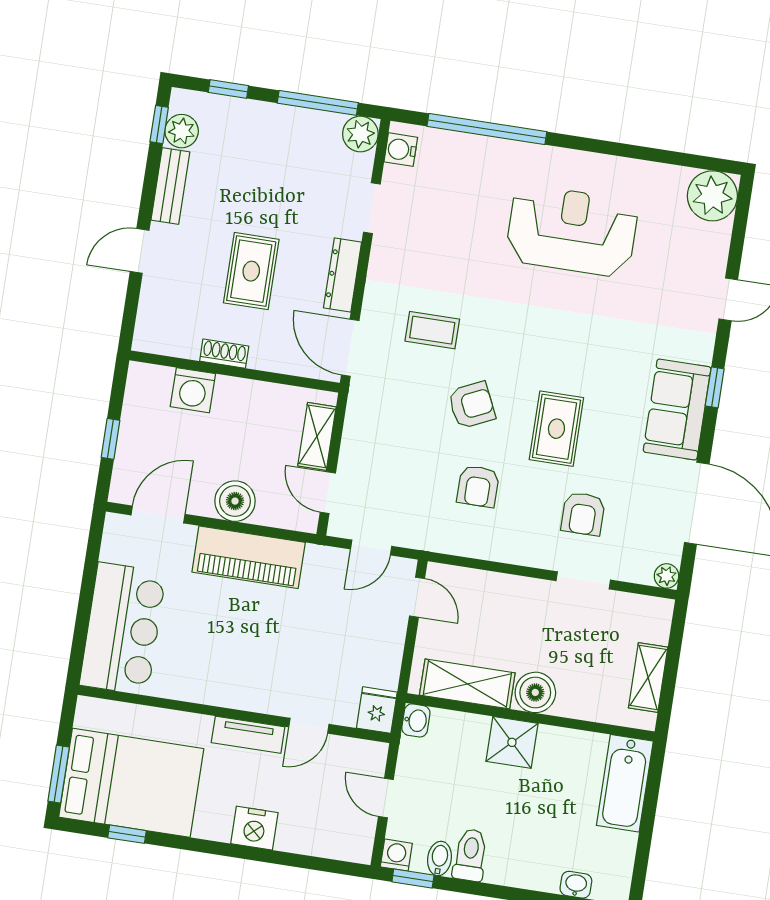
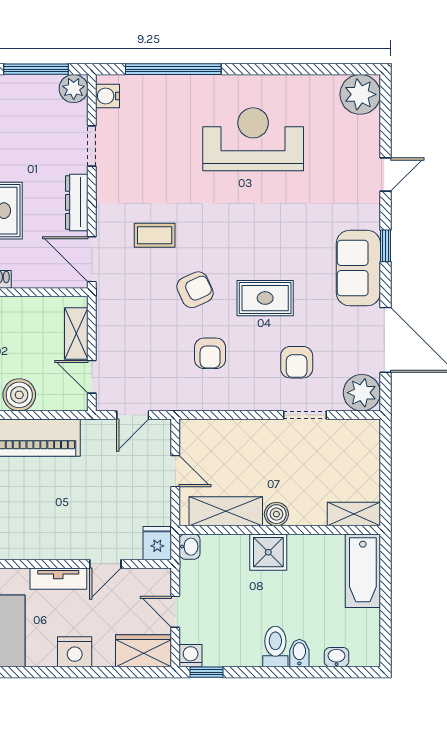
rug: (556, 429) -> (265, 298), turned 90
plant: (667, 576) -> (362, 393), width x1.88, depth x1.88
door: (417, 597) -> (175, 471), moved
shelving: (648, 677) -> (354, 514), moved, turned 90
boiler: (535, 692) -> (276, 514), width x0.73, depth x0.73
wardrobe: (339, 840) -> (143, 651), added
toilet: (470, 855) -> (275, 647), moved
bidet: (439, 858) -> (299, 653), moved

